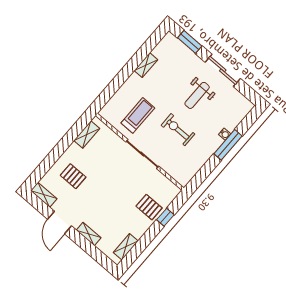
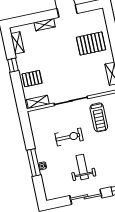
pallet: (73, 176) -> (91, 43), width x1.50, depth x1.42
shelving: (44, 195) -> (38, 102), moved
window: (165, 217) -> (13, 65), moved

